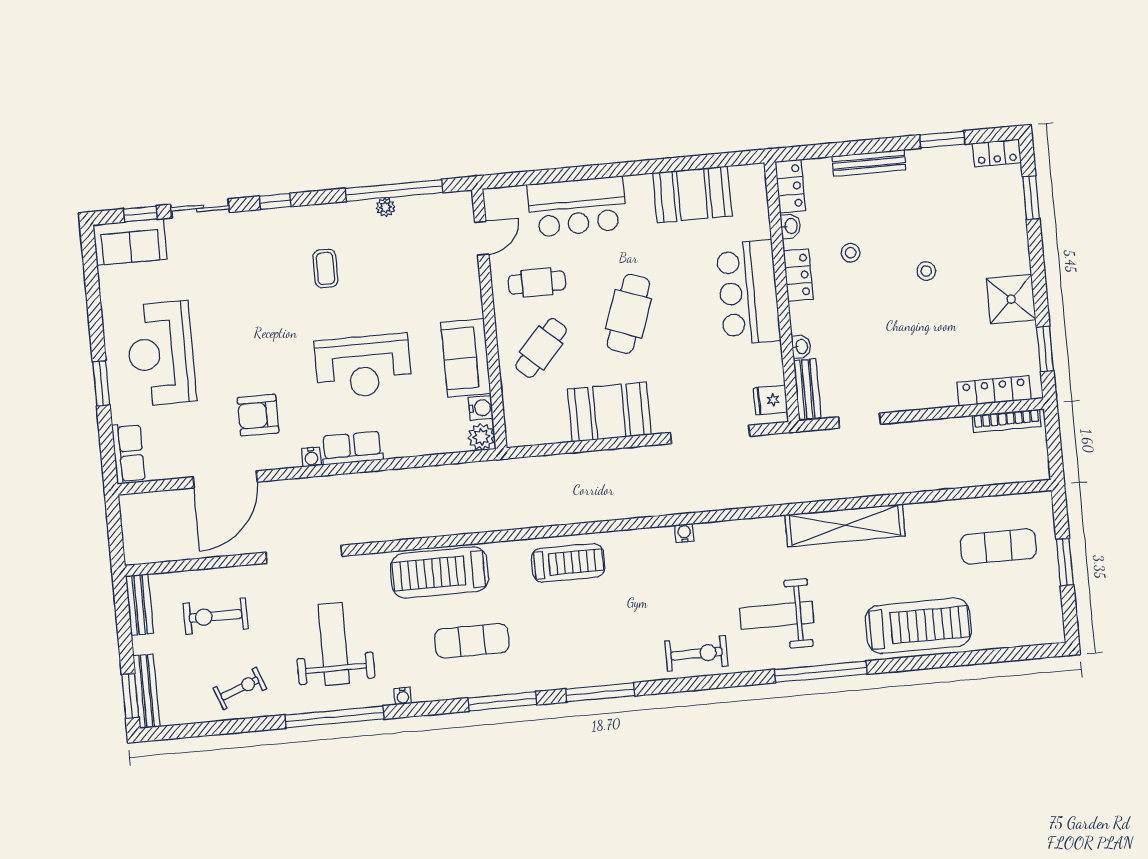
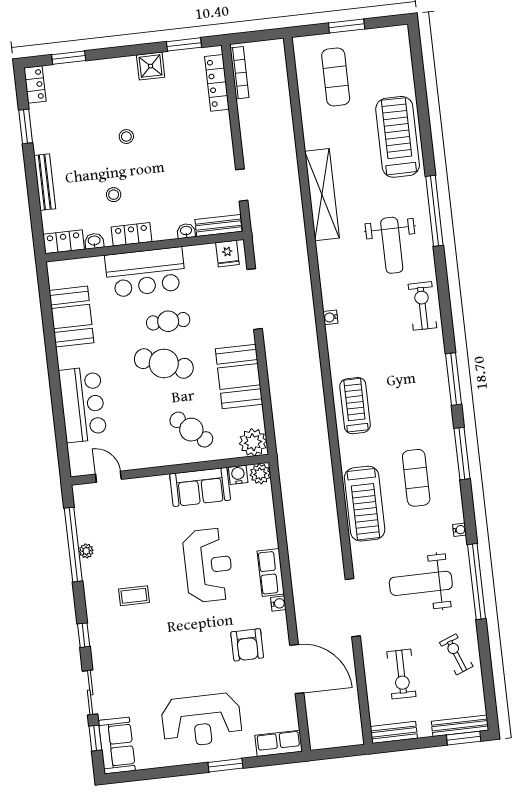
cafe table: (537, 283) -> (168, 321), moved, turned 90
shower: (1011, 299) -> (151, 66), width x0.73, depth x0.73
plant: (523, 428) -> (253, 442), added

